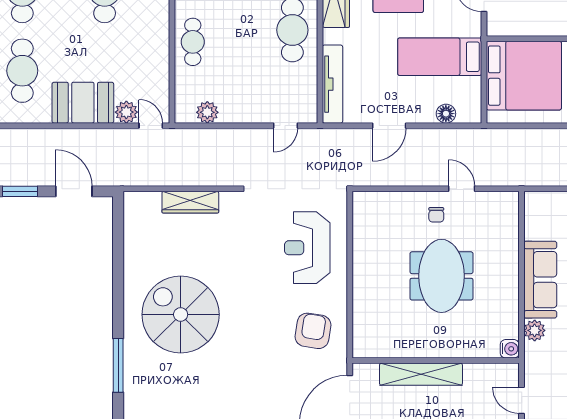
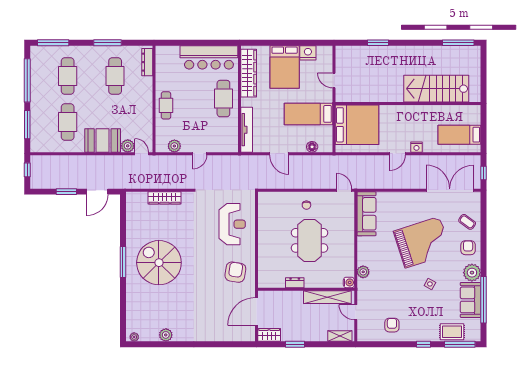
door: (286, 126) -> (200, 154), moved
door: (389, 126) -> (279, 154), hinge flipped
door: (462, 189) -> (344, 190), moved
door: (74, 191) -> (97, 192), swing flipped
reception desk: (307, 248) -> (232, 224), turned 180
sofa: (540, 280) -> (366, 214), moved
dresser: (416, 349) -> (295, 283), added
window: (118, 365) -> (123, 262), moved
shelving: (421, 374) -> (327, 297), moved

